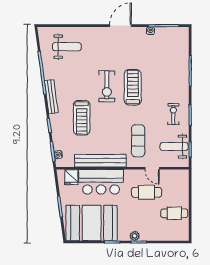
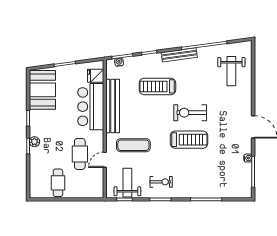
booth: (92, 223) -> (42, 90), width x0.73, depth x0.70

